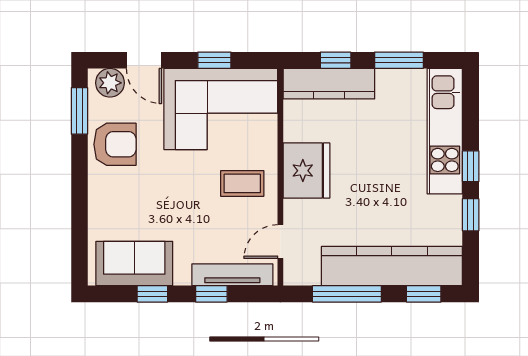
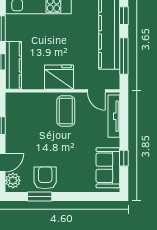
corner sofa: (221, 109) -> (27, 122), removed
window: (79, 111) -> (40, 197), moved
coffee table: (242, 183) -> (66, 111), width x1.36, depth x1.30
window: (211, 294) -> (124, 127), removed

